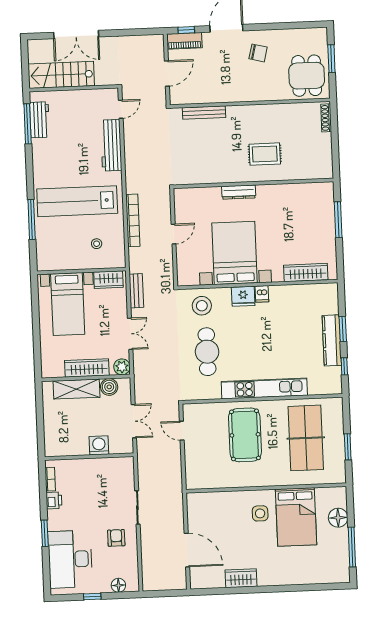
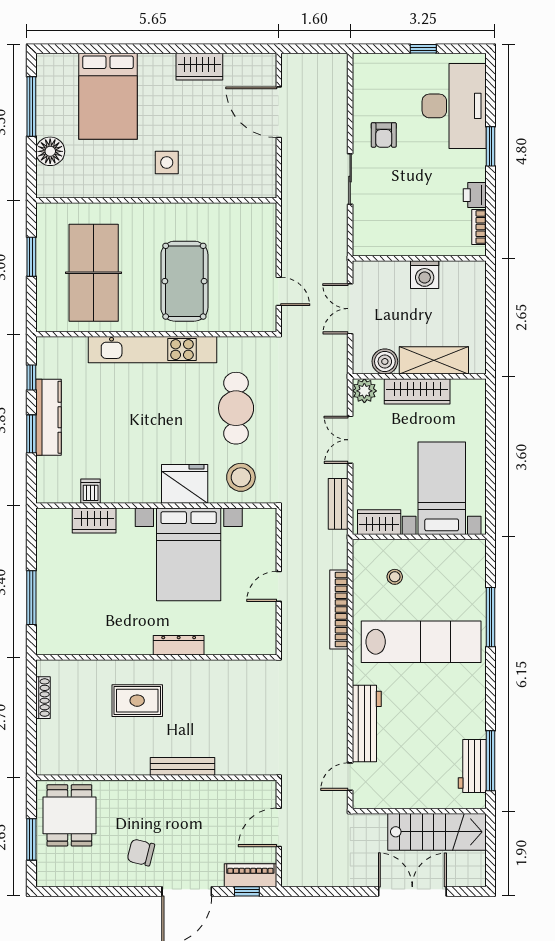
bench: (204, 113) -> (183, 766), moved
shoe rack: (326, 118) -> (43, 698), moved
wardrobe: (306, 273) -> (94, 521), width x0.67
dishwasher: (262, 294) -> (91, 491), moved
fridge: (243, 296) -> (185, 484), width x1.36, depth x1.34
washing machine: (99, 445) -> (425, 275), moved
bed: (296, 517) -> (108, 96), moved, turned 180
floor lamp: (118, 585) -> (383, 64), removed

